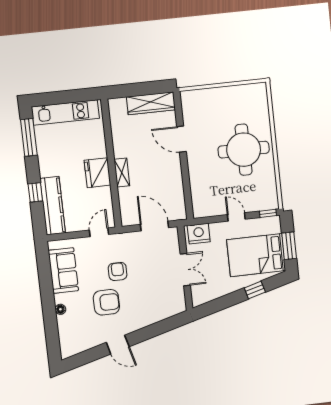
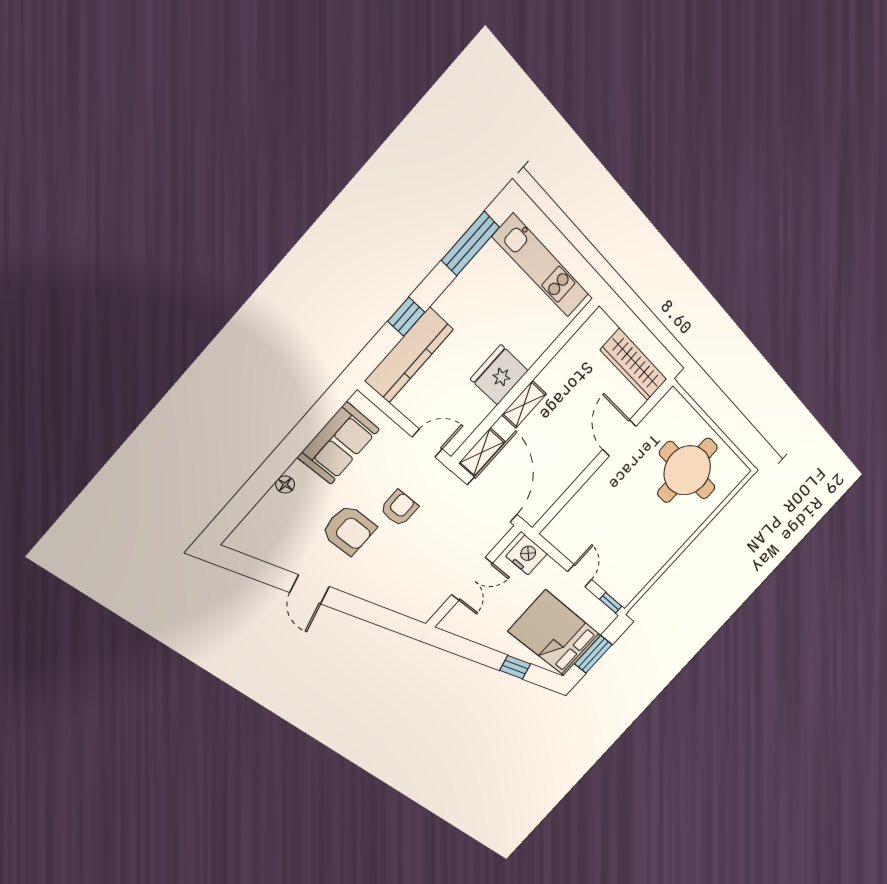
round table: (244, 150) -> (687, 470), moved
shelving: (126, 211) -> (482, 452), added
door: (154, 226) -> (493, 500), width x1.36

